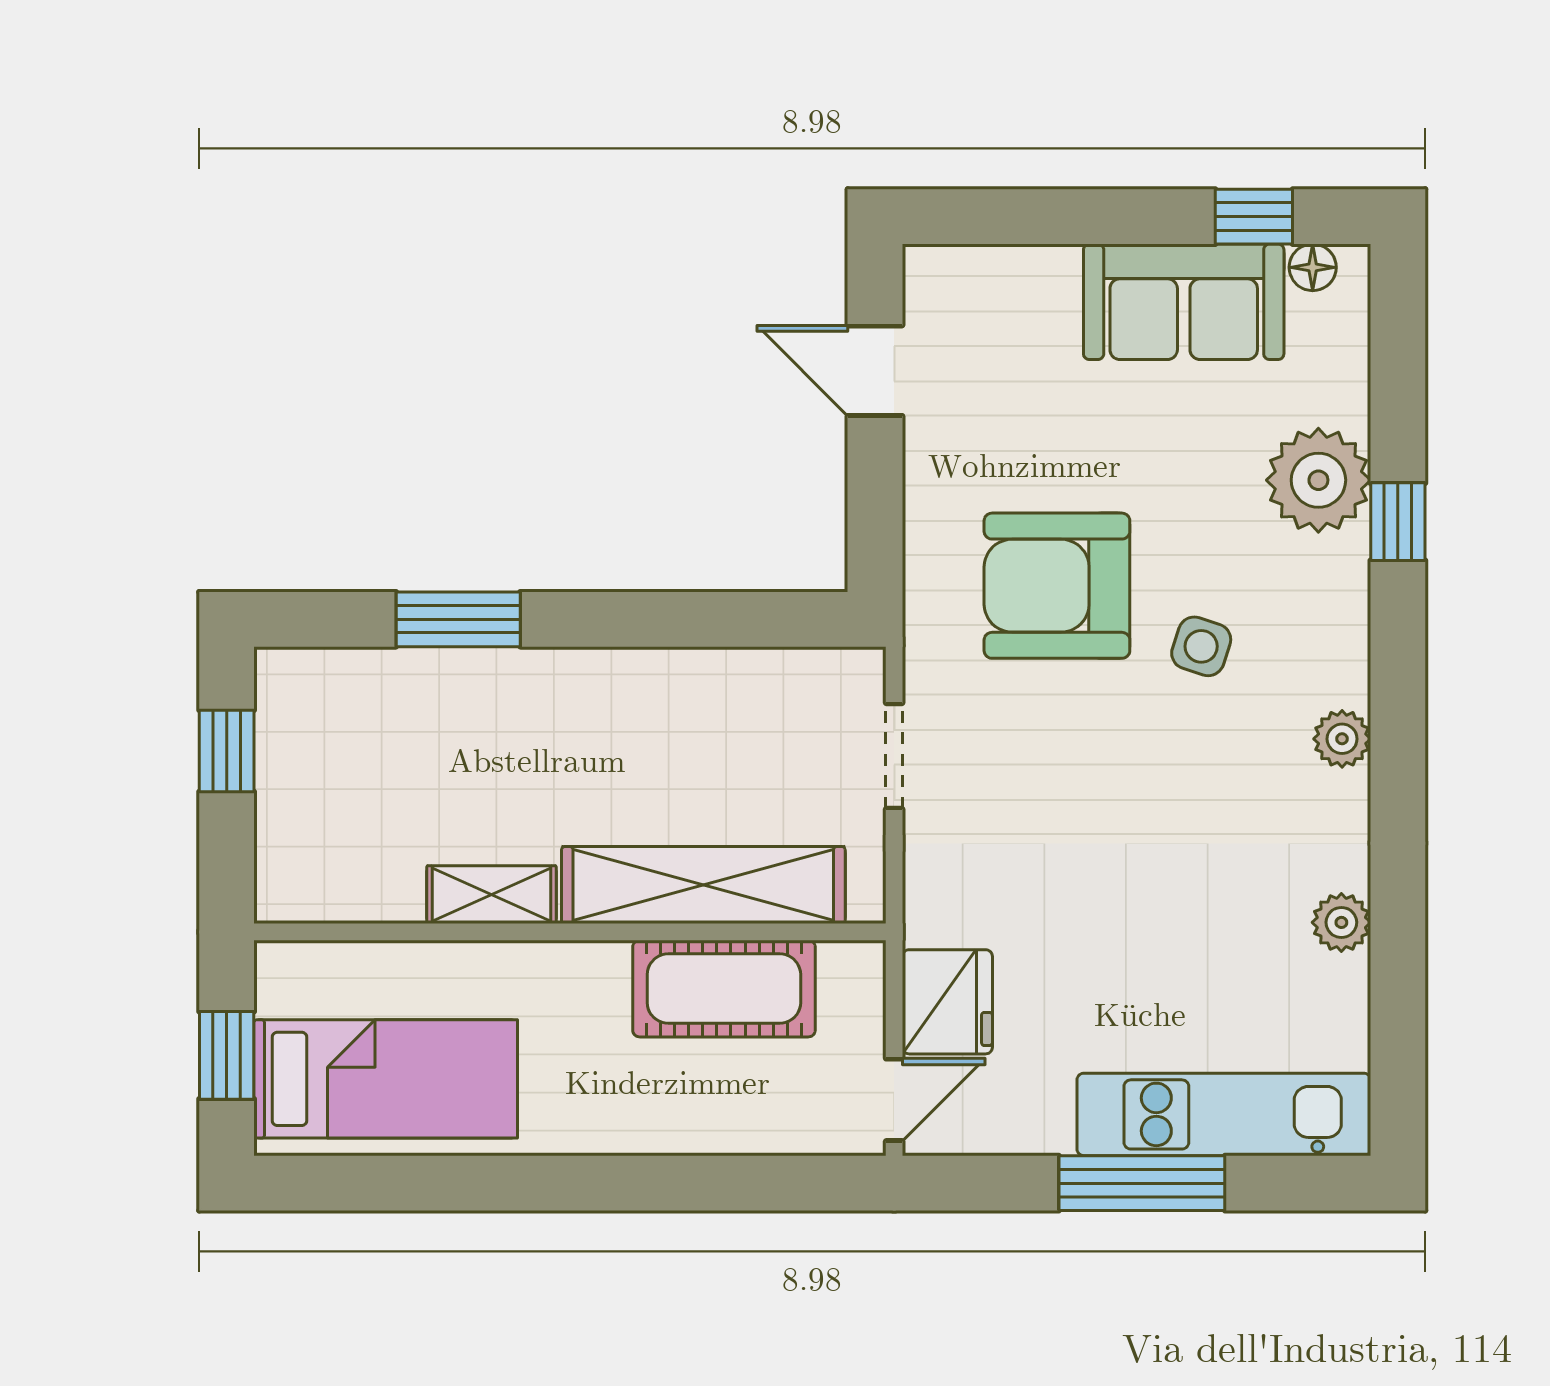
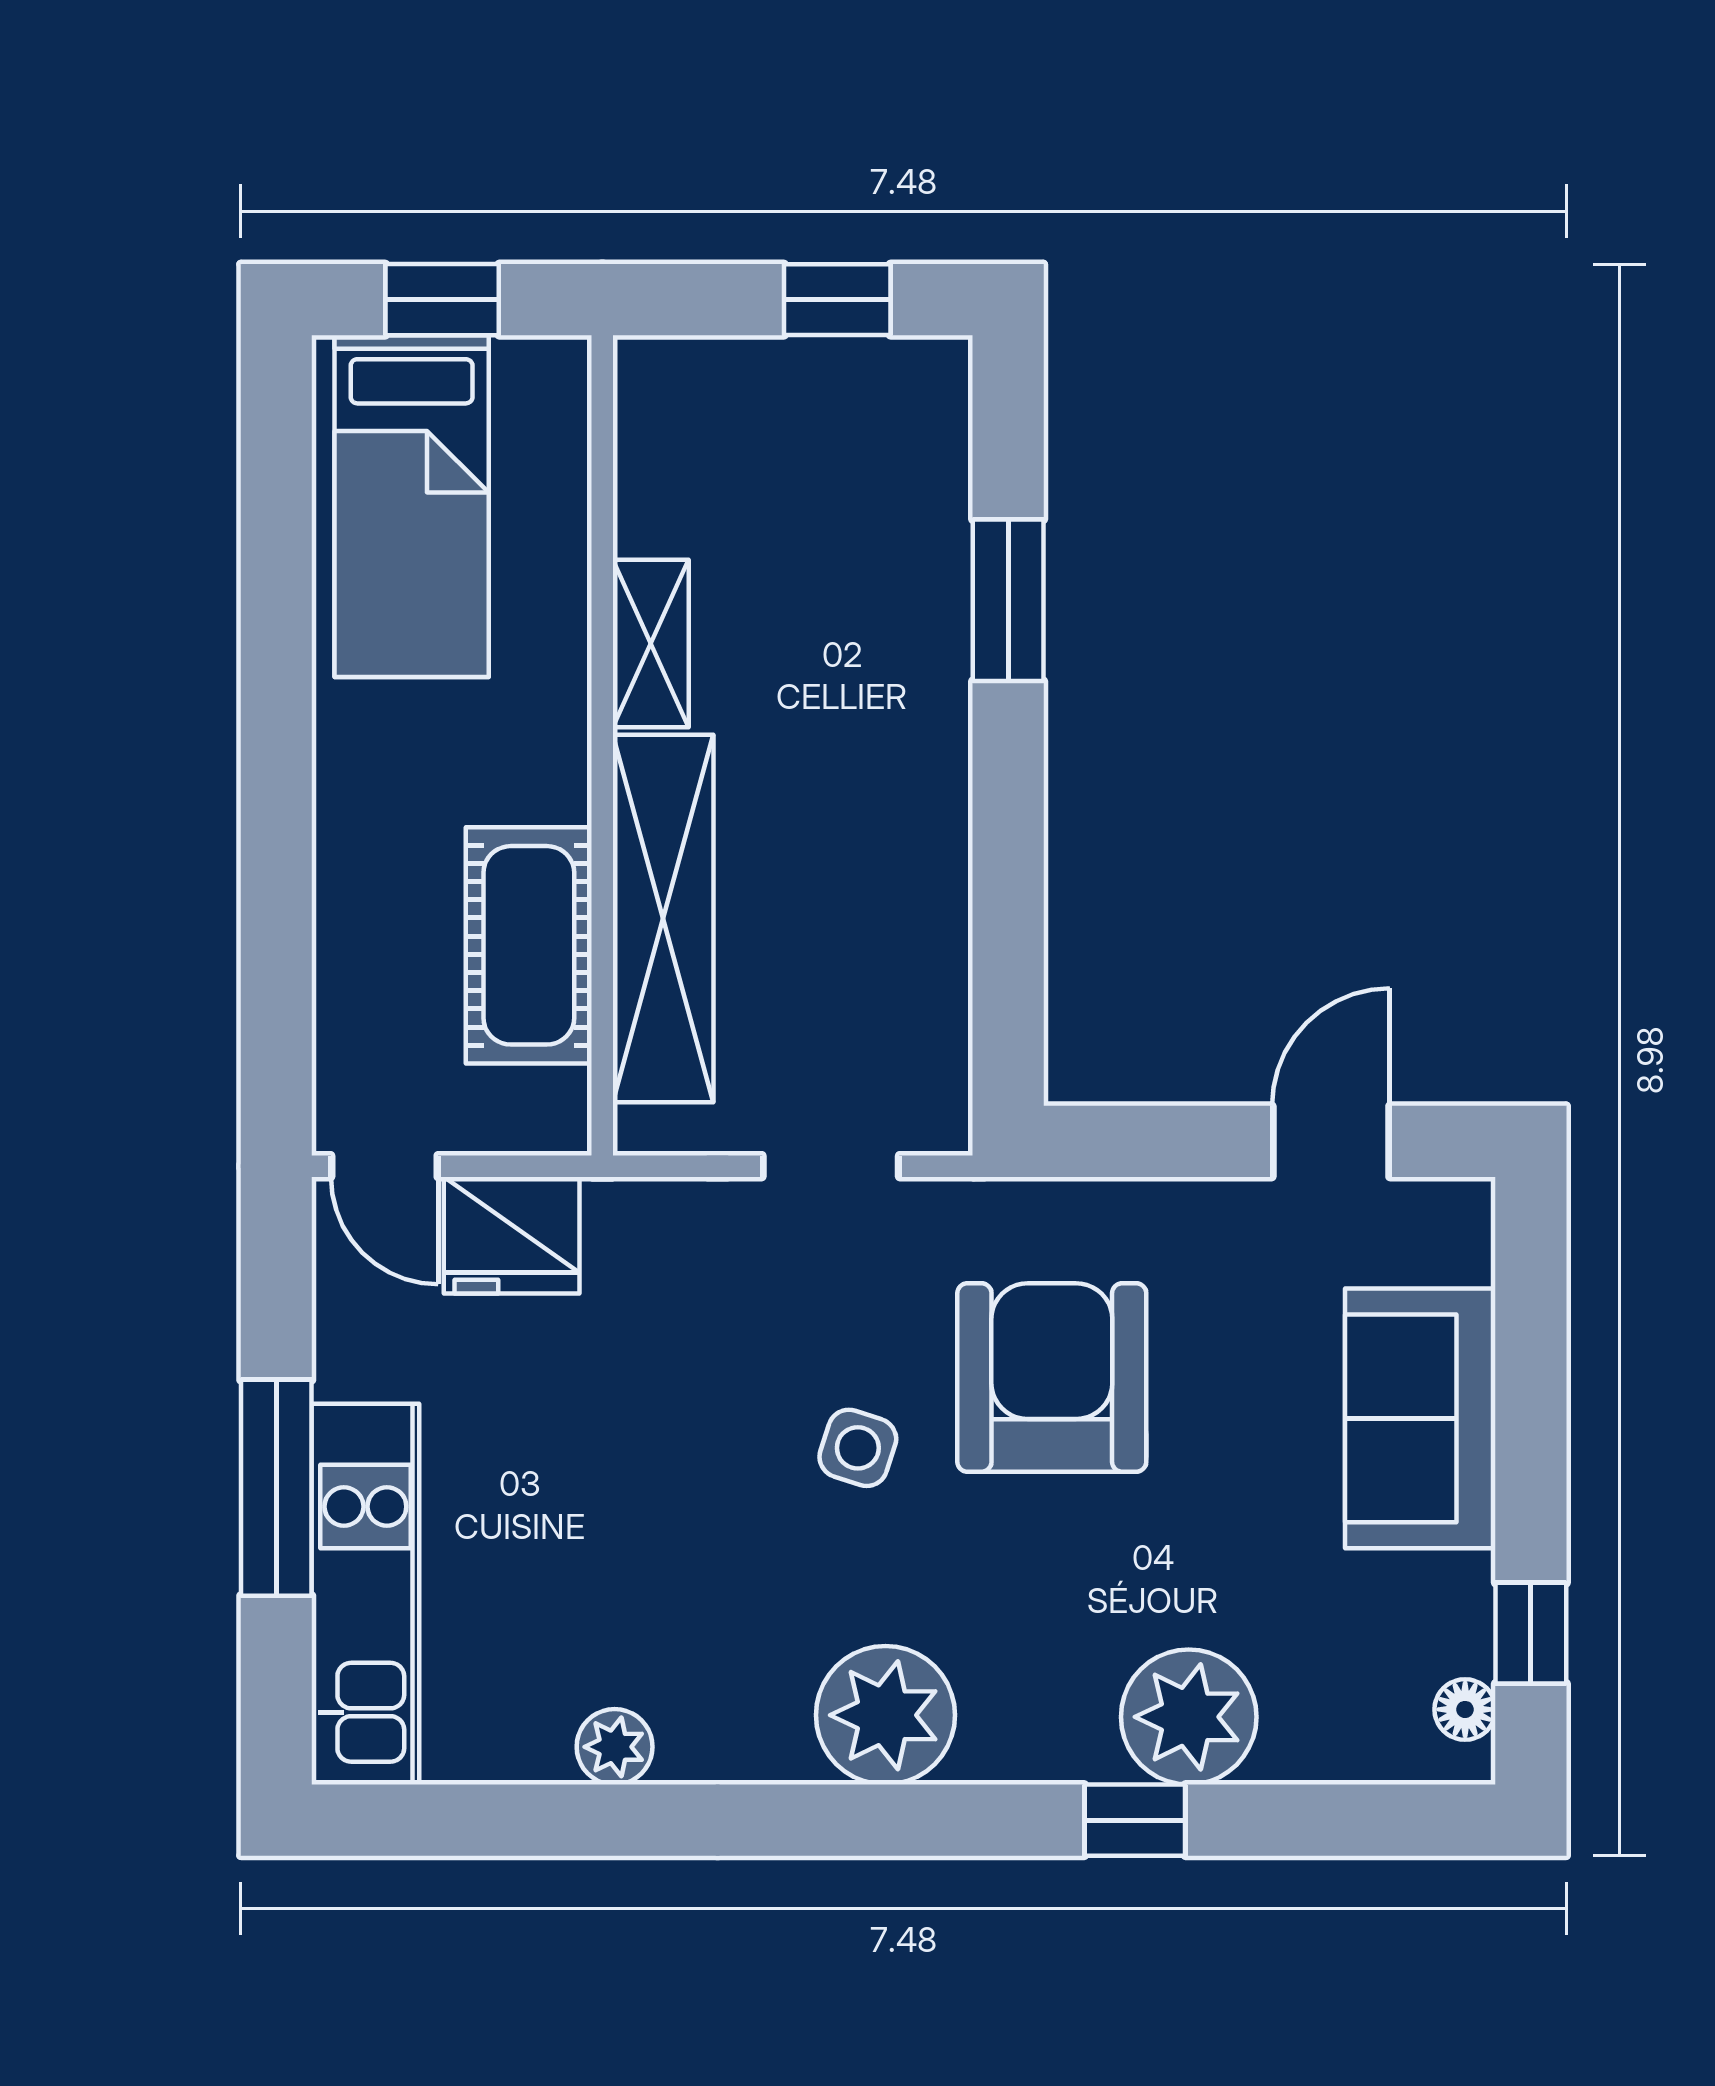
sofa: (1184, 302) -> (1420, 1418), moved
side table: (1201, 646) -> (858, 1448), moved
plant: (1342, 739) -> (885, 1715), width x1.87, depth x1.87

